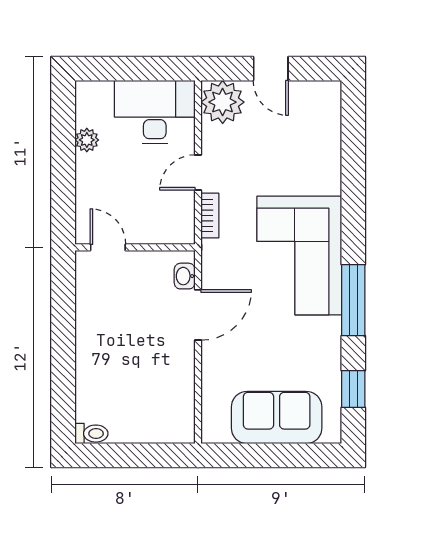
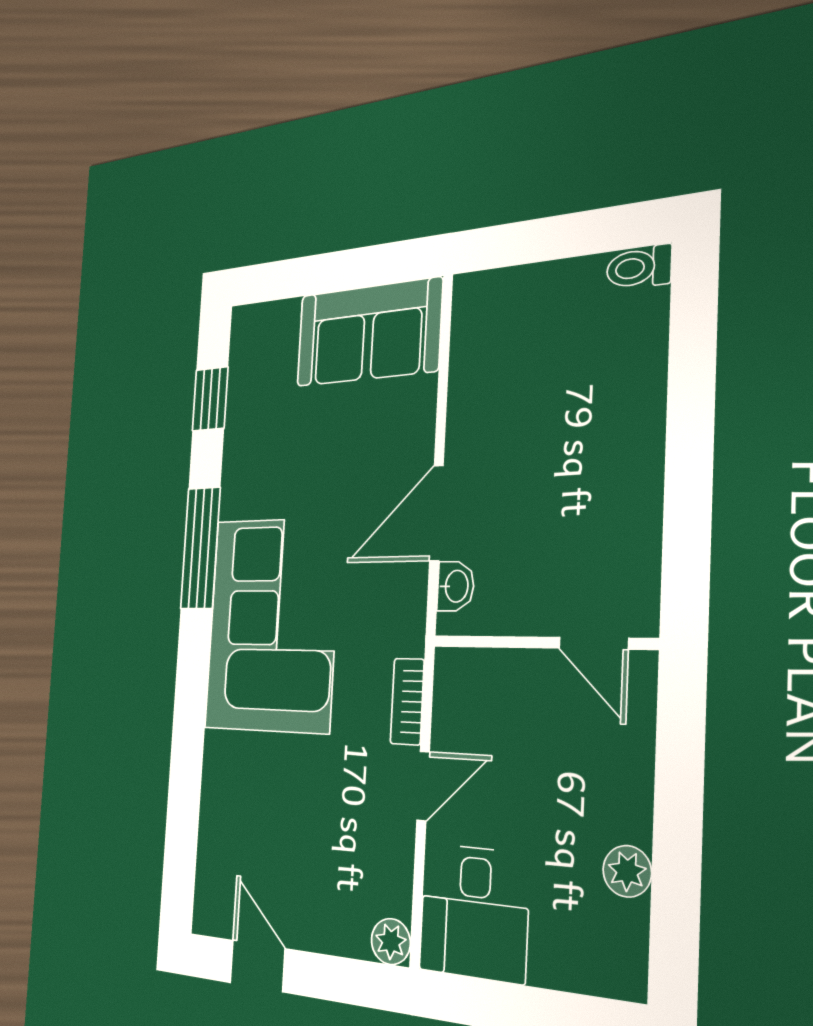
door: (271, 69) -> (257, 966), moved
plant: (223, 102) -> (391, 942), width x0.53, depth x0.53
desk: (155, 112) -> (474, 912), width x0.73
sofa: (277, 418) -> (368, 333), moved

